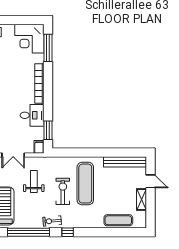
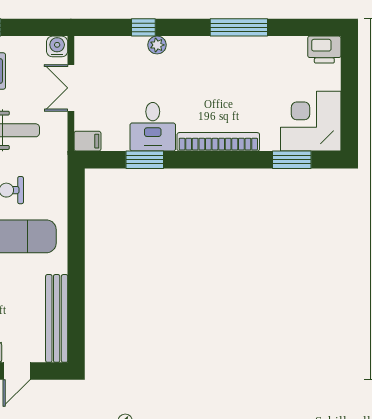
window: (48, 48) -> (292, 160), width x0.69
window: (48, 130) -> (145, 160), moved

